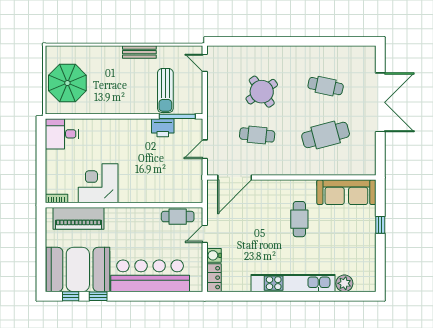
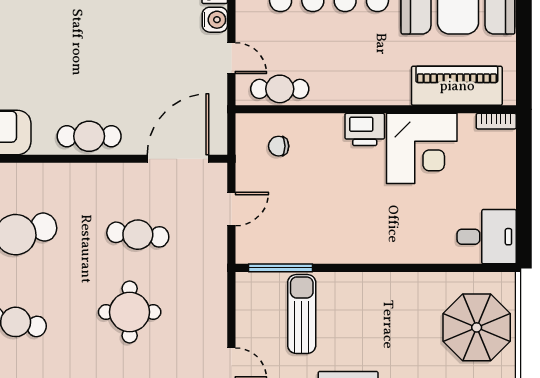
round table: (262, 92) -> (130, 312), turned 35
printer: (163, 128) -> (365, 129), moved, turned 180
chair: (178, 185) -> (279, 146), added
cafe table: (299, 219) -> (89, 136), moved, turned 90
door: (205, 234) -> (231, 58), hinge flipped

